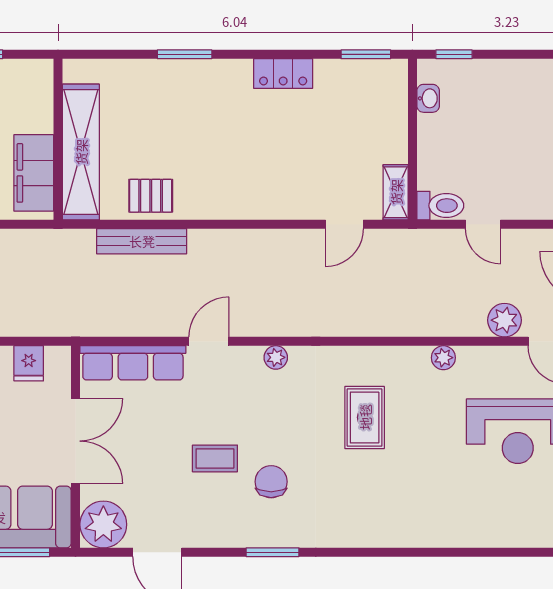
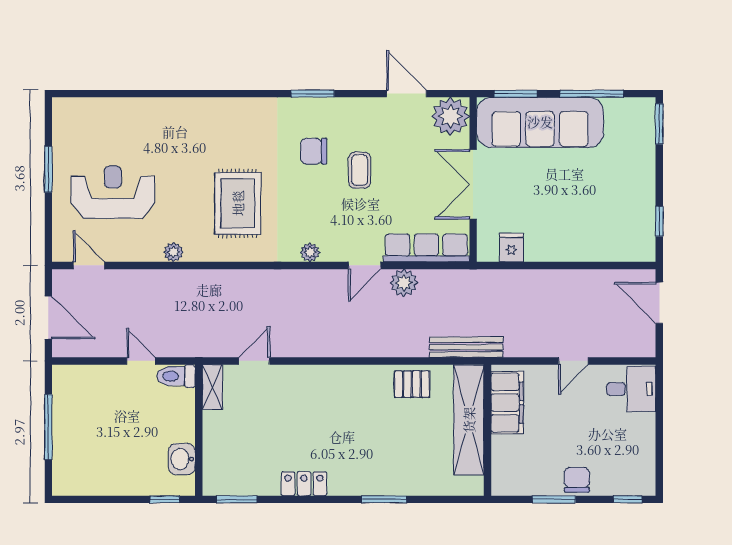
washbasin: (428, 98) -> (182, 459), width x1.38, depth x1.45
bench: (142, 241) -> (466, 347), moved
plant: (504, 320) -> (404, 283), moved
rug: (365, 417) -> (238, 203), width x1.36, depth x1.43
coffee table: (215, 458) -> (360, 170), turned 90
chair: (271, 482) -> (314, 151), turned 90

